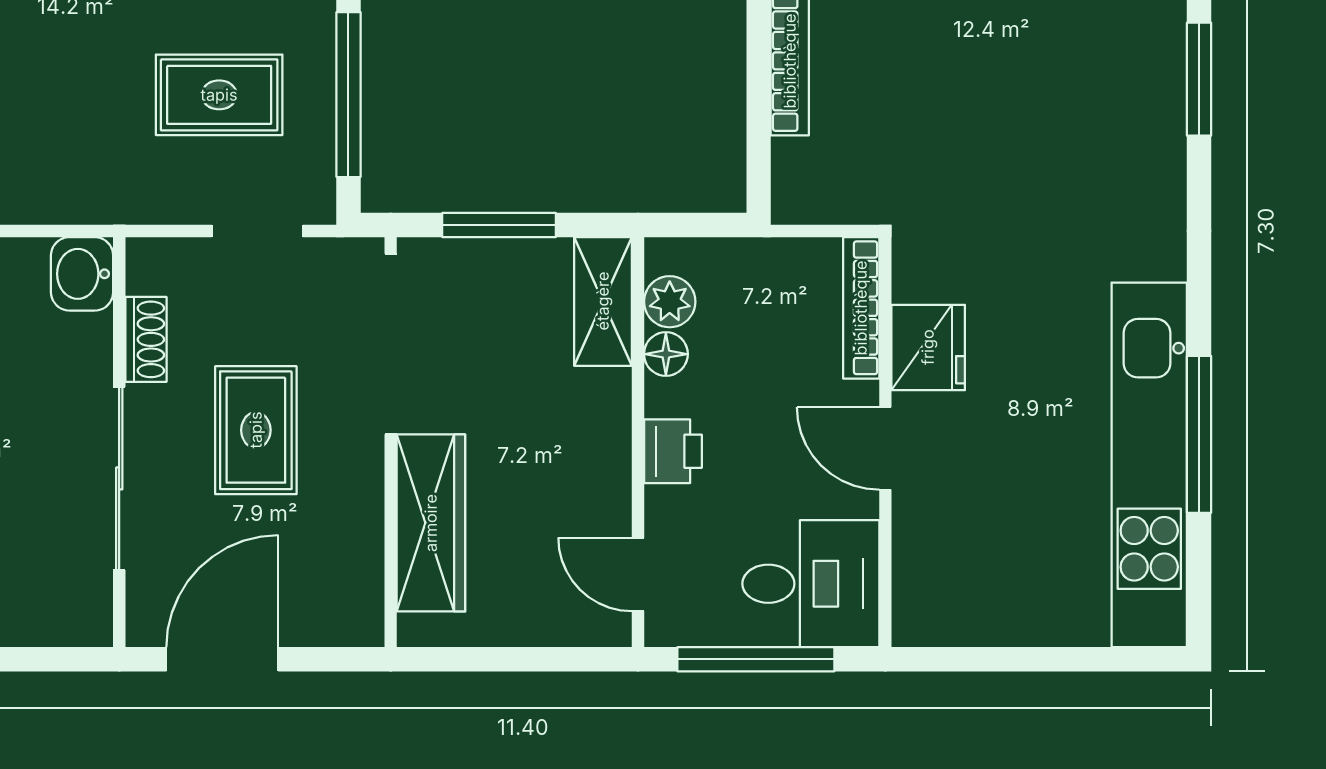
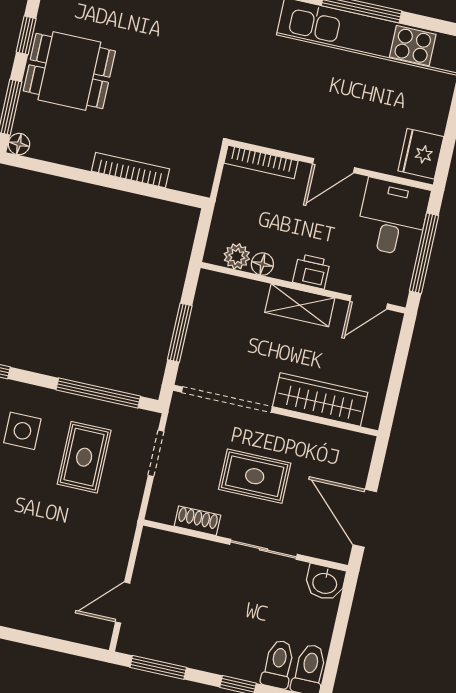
washbasin: (82, 274) -> (325, 582), moved
shelving: (603, 301) -> (300, 305), moved
fridge: (928, 347) -> (421, 154), moved, turned -90
sliding door: (119, 478) -> (264, 549), width x0.73

